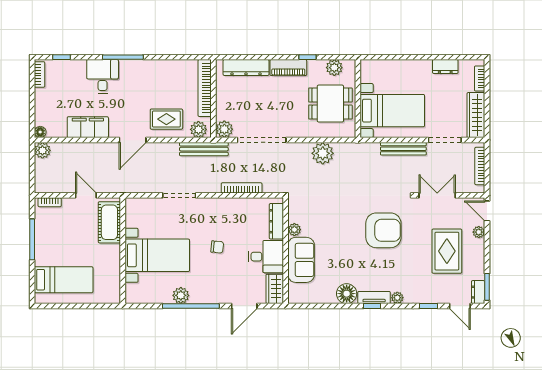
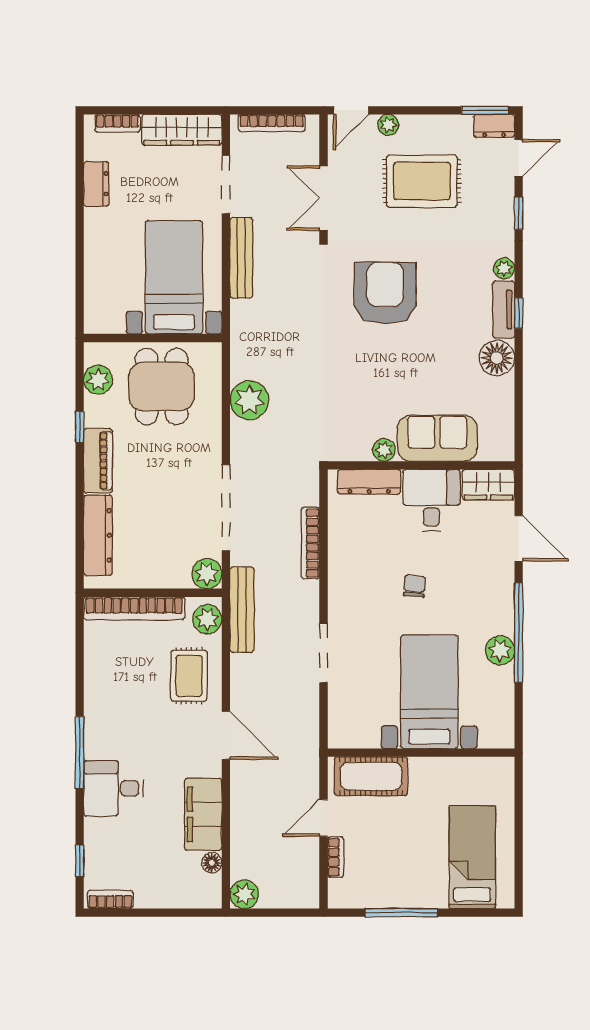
floor lamp: (40, 132) -> (212, 863), moved
bookcase: (50, 202) -> (336, 857), moved

